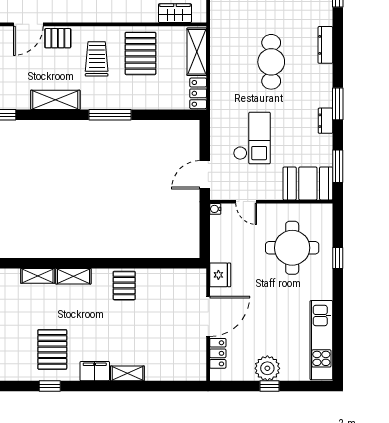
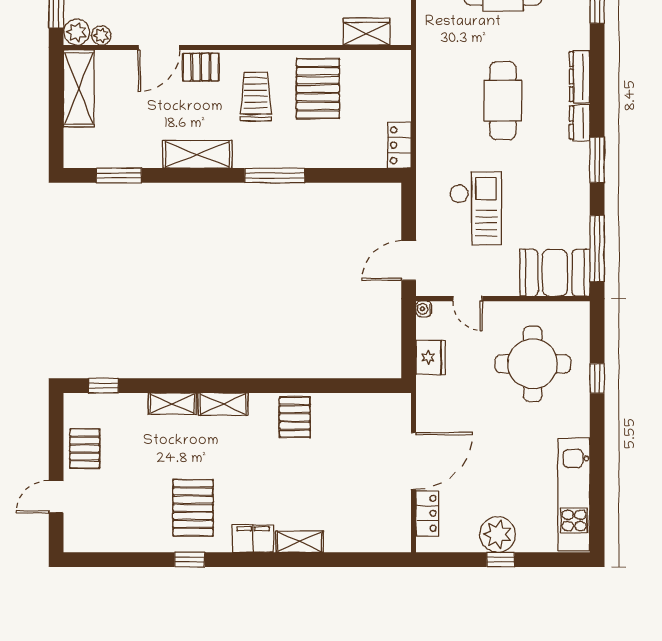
shelving: (197, 52) -> (398, 86), removed
dresser: (325, 121) -> (580, 123), moved
window: (338, 166) -> (597, 248), width x1.44
fridge: (220, 275) -> (431, 357), moved

